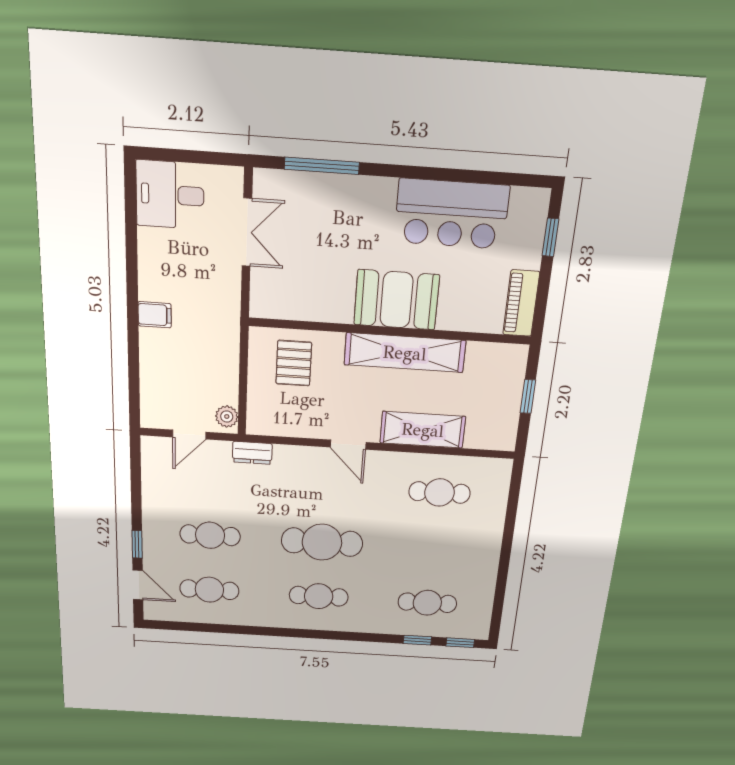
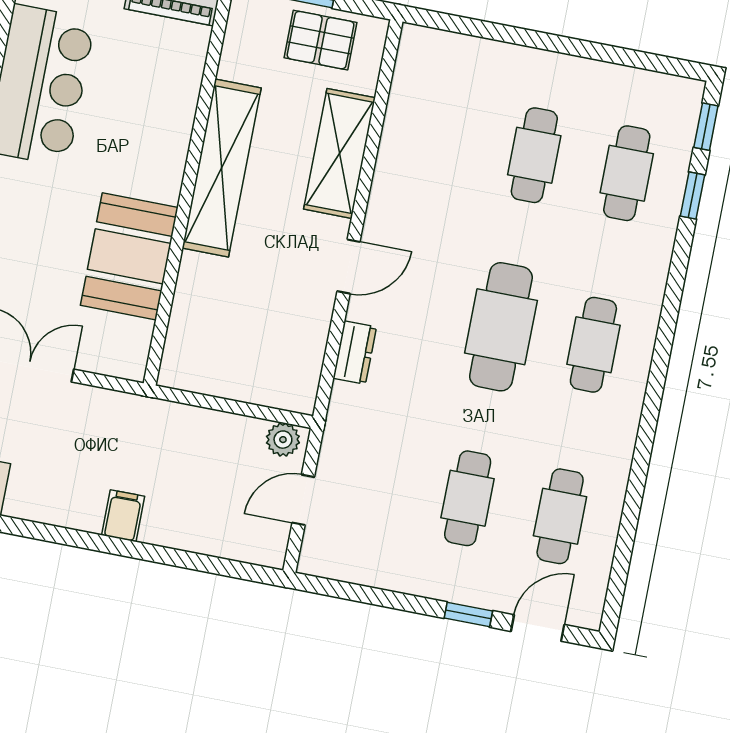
booth: (397, 300) -> (129, 256), moved
pallet: (294, 363) -> (321, 40), moved
door: (189, 435) -> (303, 500), swing flipped
dresser: (252, 453) -> (355, 353), moved
cafe table: (440, 493) -> (534, 155), moved

